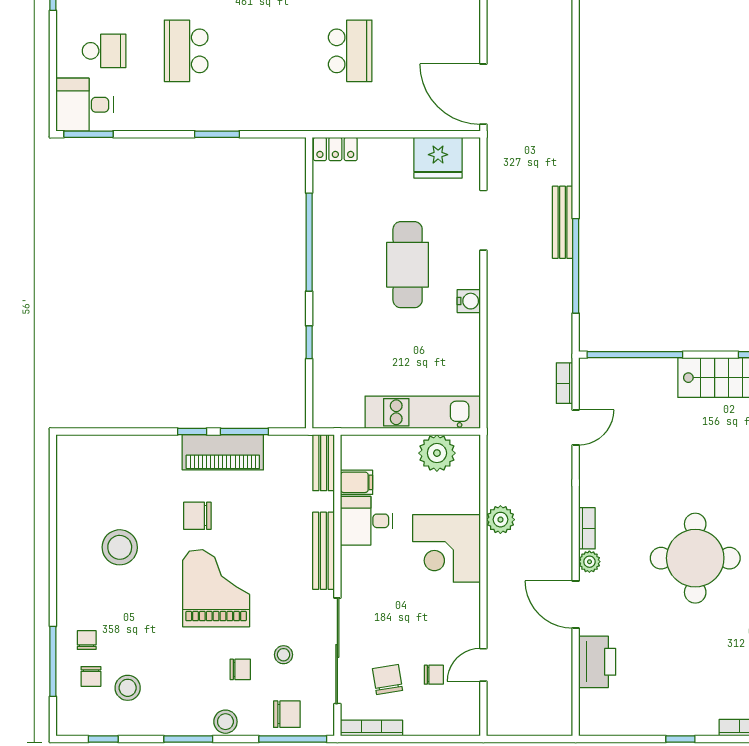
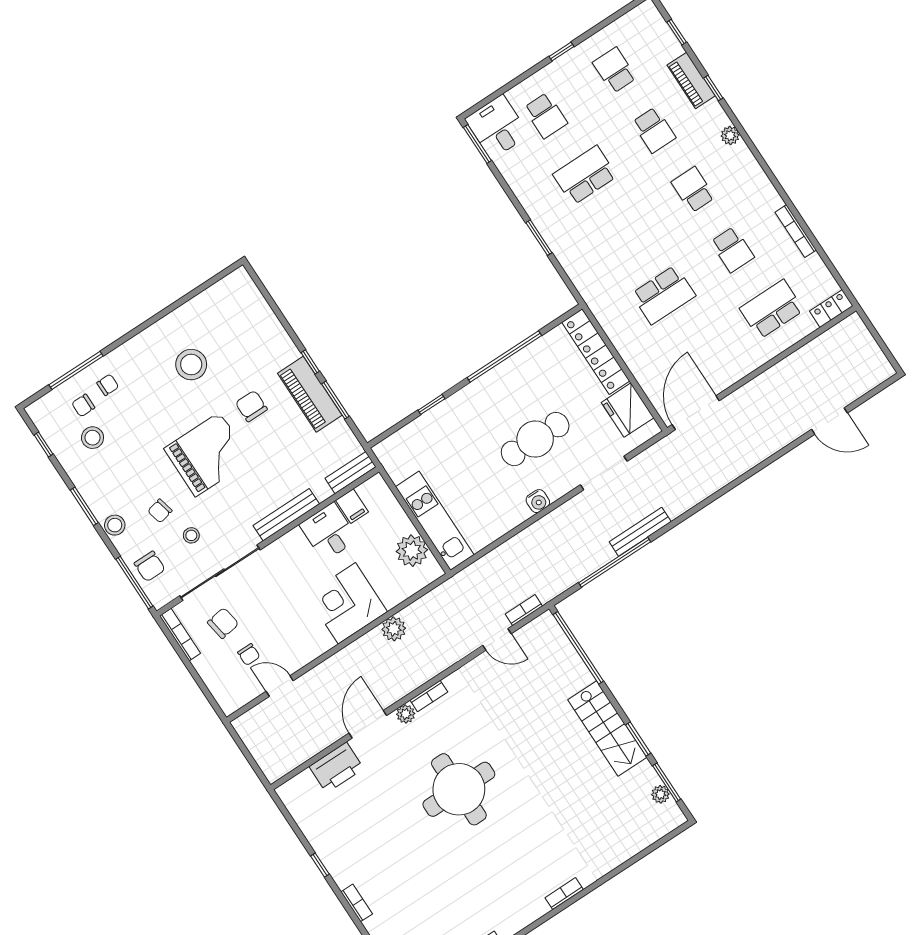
locker: (335, 149) -> (596, 352), width x2.16, depth x1.21
chair: (240, 669) -> (160, 511), turned 77

